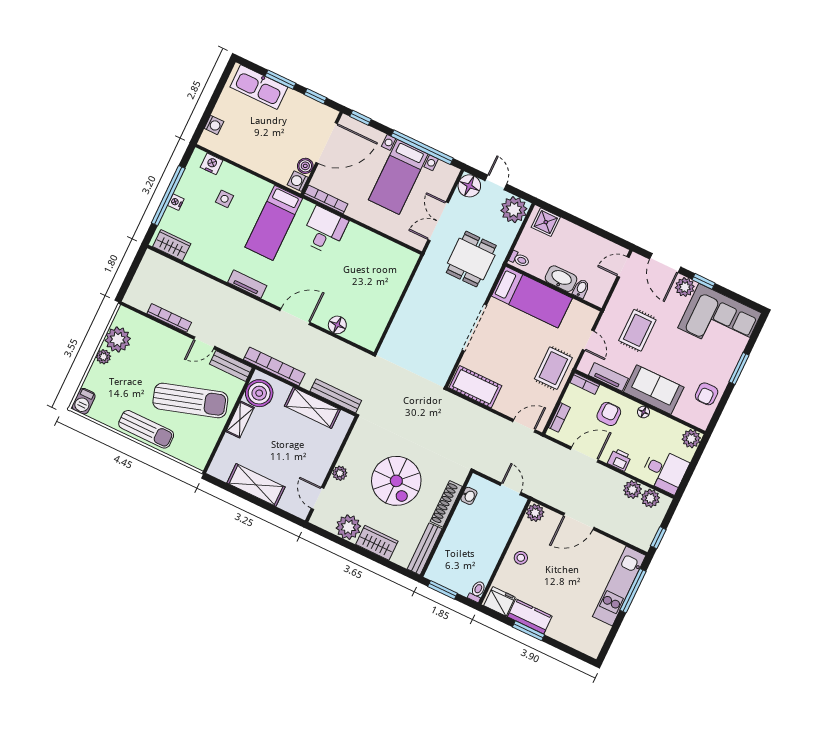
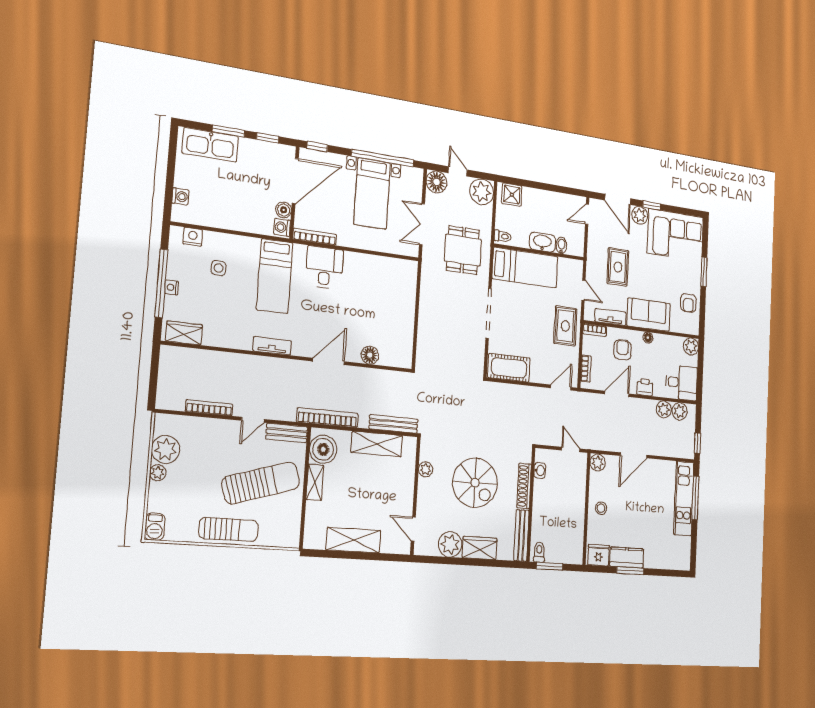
plant: (340, 473) -> (426, 469), moved
toilet: (477, 591) -> (539, 552), moved

